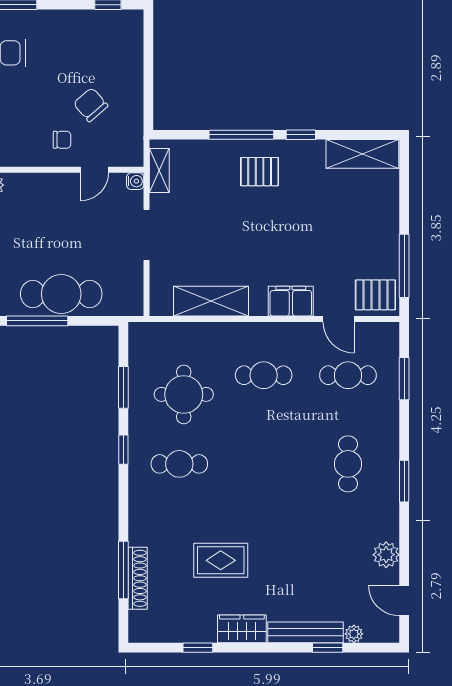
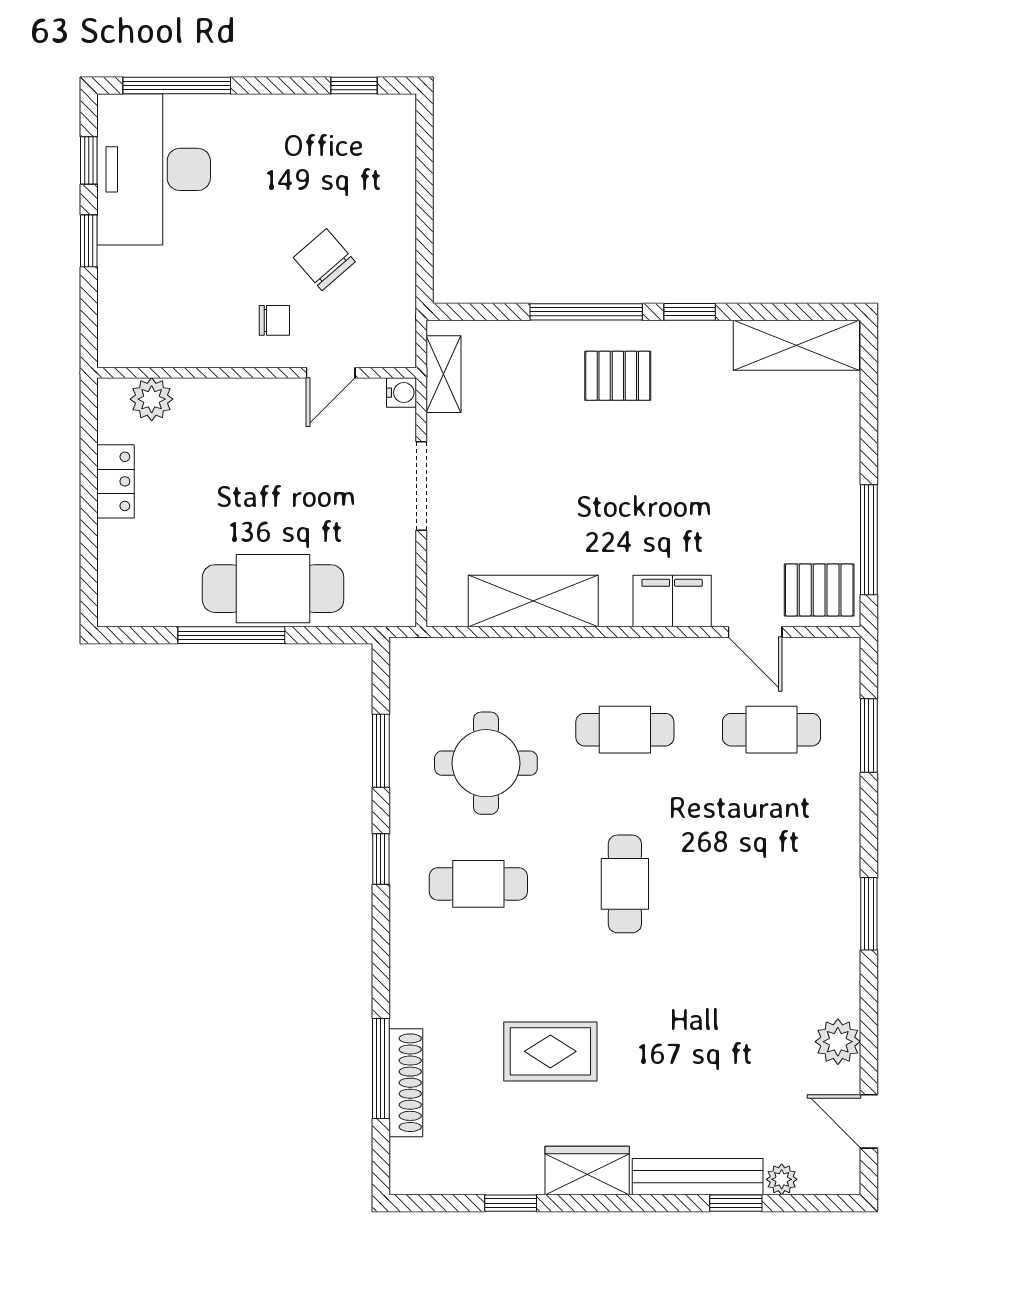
cafe table: (348, 464) -> (625, 884), moved

